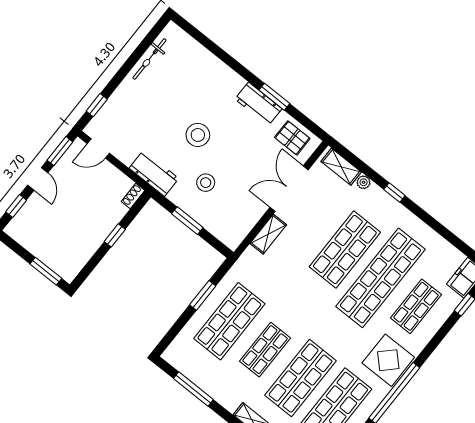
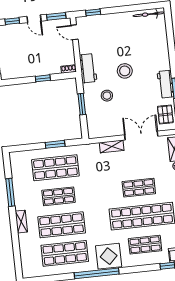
bicycle: (150, 59) -> (149, 14), moved
door: (38, 179) -> (34, 19), hinge flipped
shop shelf: (345, 249) -> (139, 188), width x0.70, depth x0.74
window: (193, 389) -> (10, 192), moved

